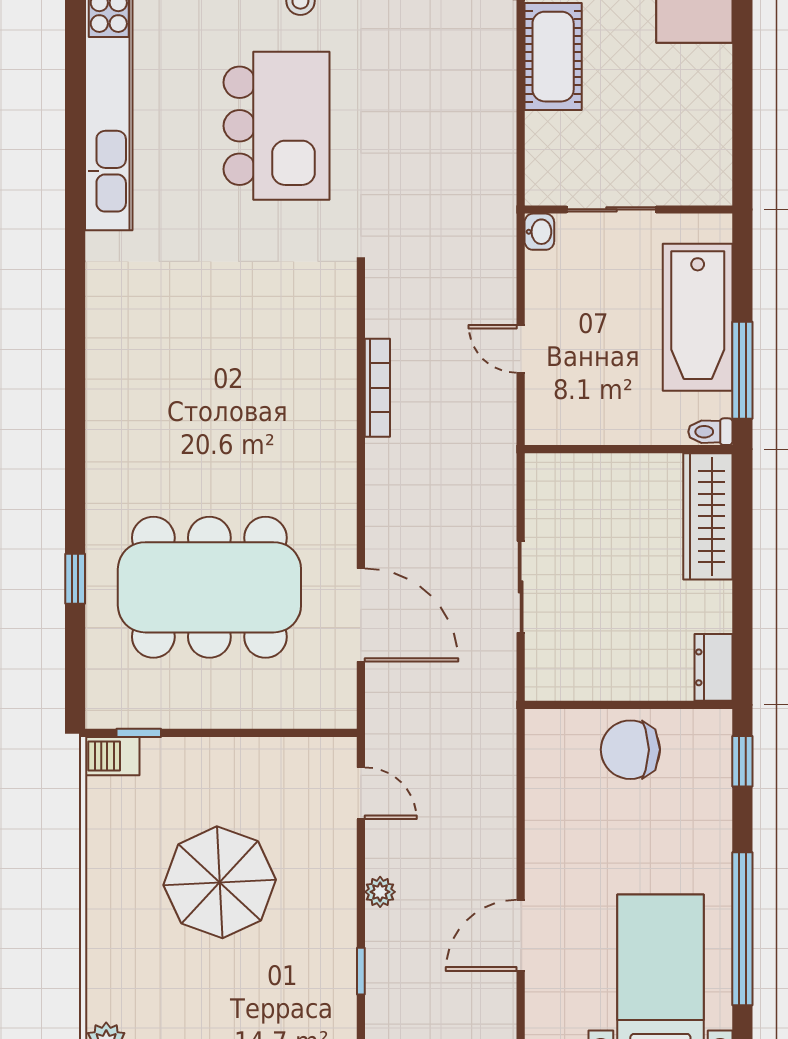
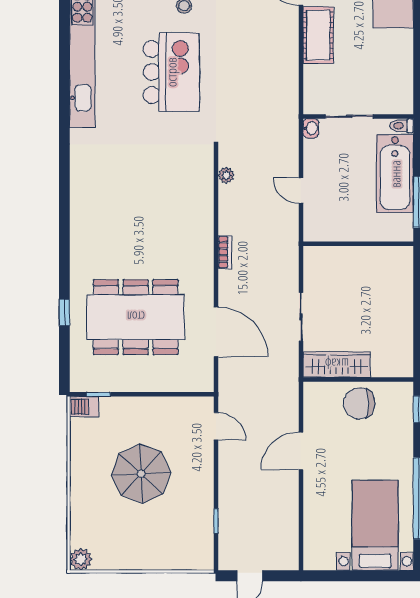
bookcase: (377, 388) -> (225, 252), moved, width x0.64
toilet: (710, 432) -> (402, 126), moved
wardrobe: (708, 516) -> (337, 364), moved, turned 90
dresser: (713, 667) -> (403, 360), removed
plant: (380, 892) -> (226, 175), moved
door: (521, 935) -> (301, 451), moved

